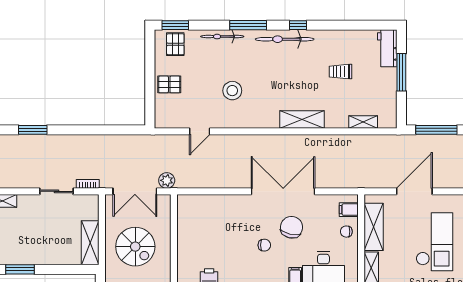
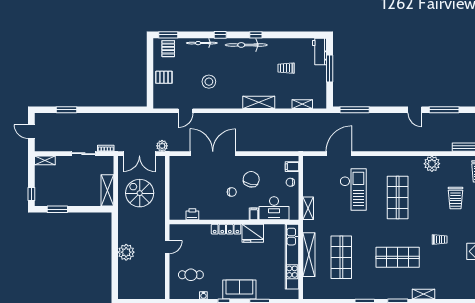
window: (248, 25) -> (220, 35), width x0.46
double door: (283, 191) -> (213, 154), moved
shelving: (374, 227) -> (310, 179), removed
spiral stairs: (135, 247) -> (140, 193), turned 180

